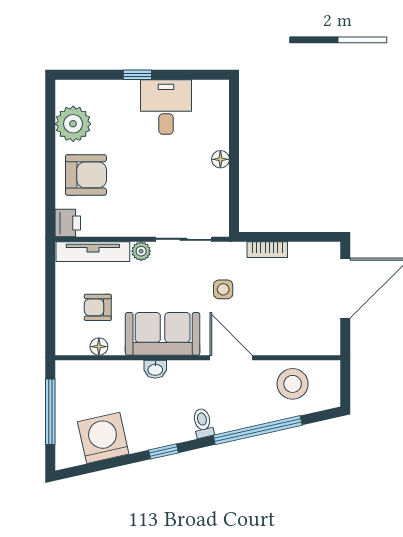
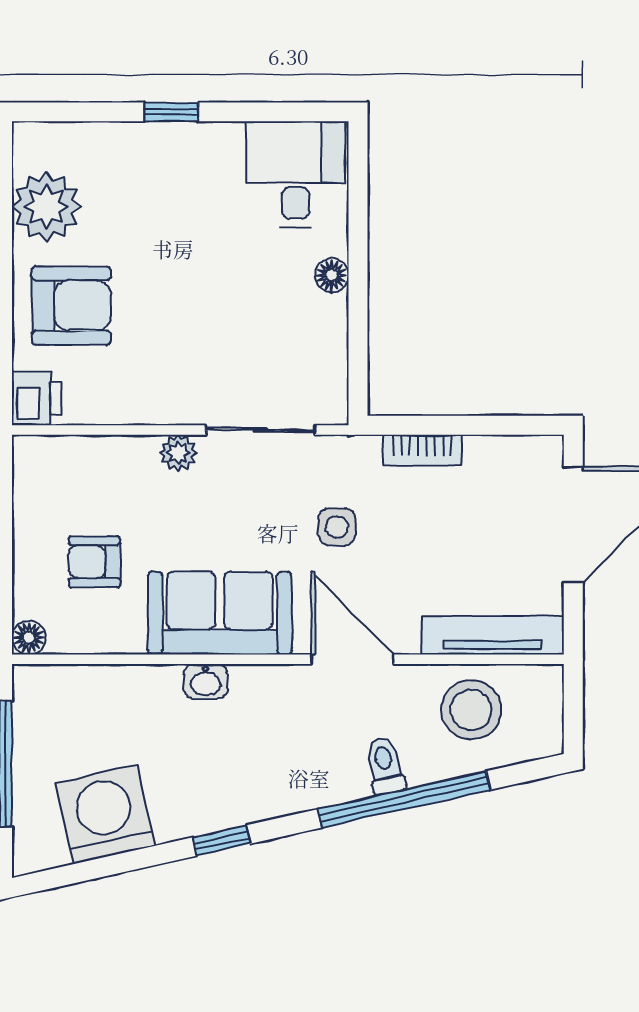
desk: (166, 107) -> (296, 174), moved
tv unit: (93, 252) -> (493, 635), moved, turned 180
floor lamp: (99, 347) -> (29, 638), moved
toilet: (203, 423) -> (385, 766), moved

